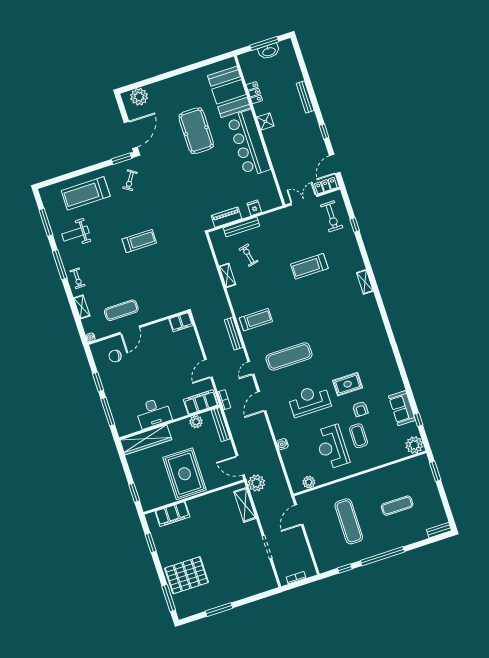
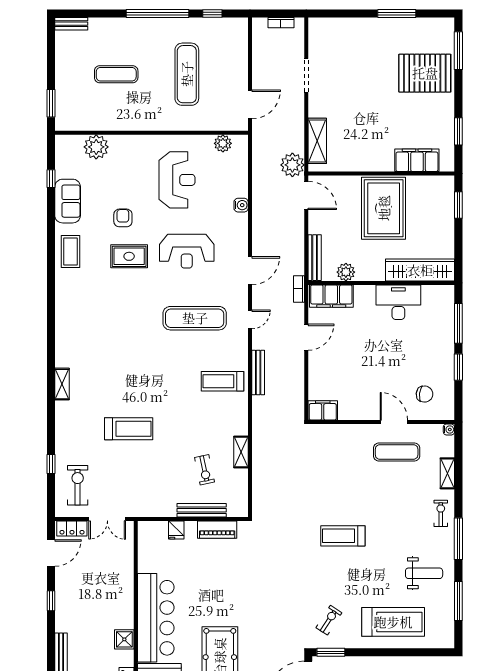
door: (130, 330) -> (394, 422), hinge flipped
coffee table: (359, 436) -> (71, 251), moved
plant: (414, 445) -> (96, 147), moved

